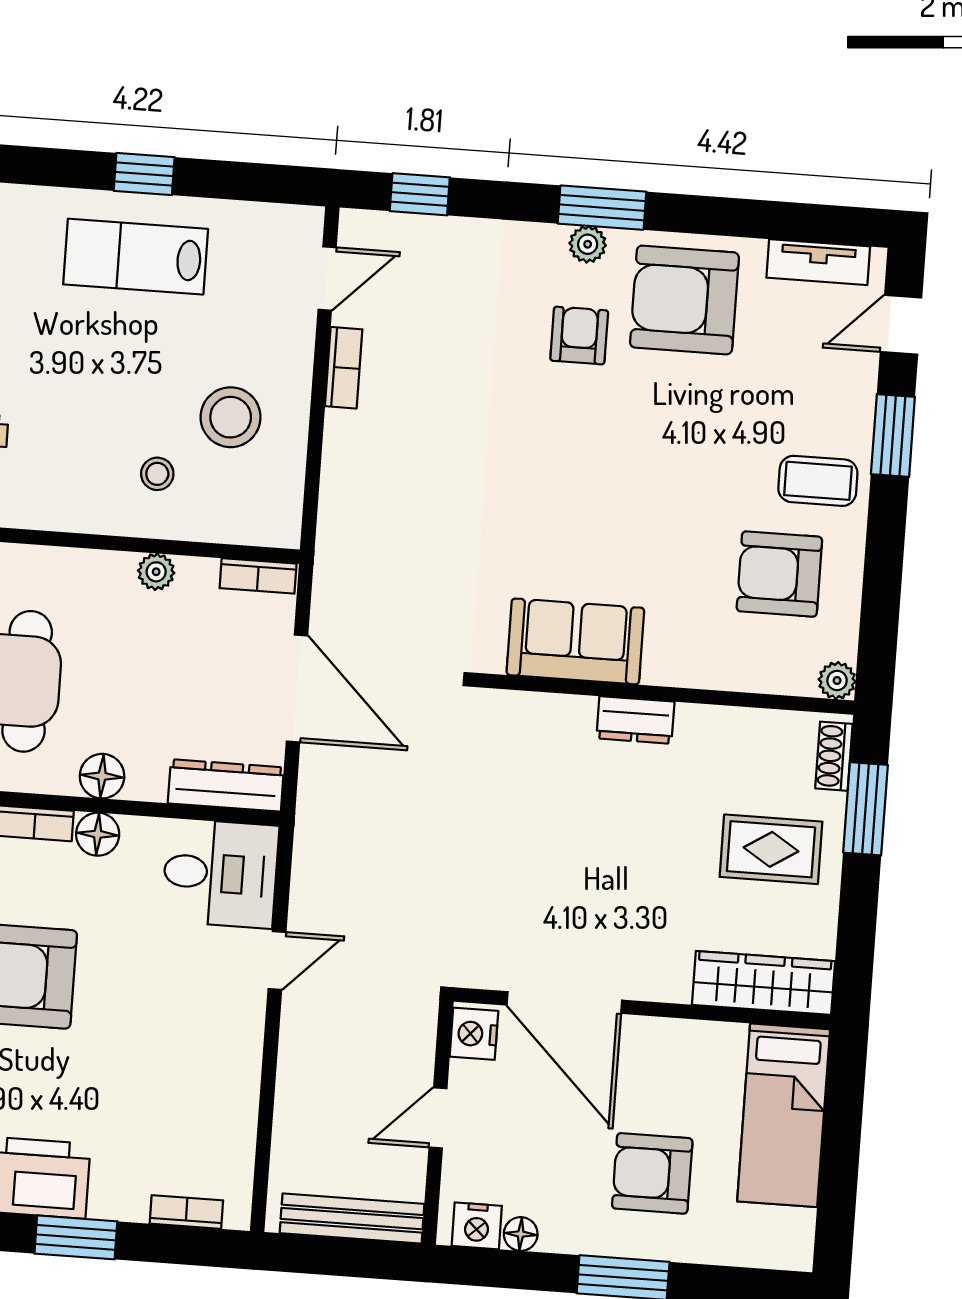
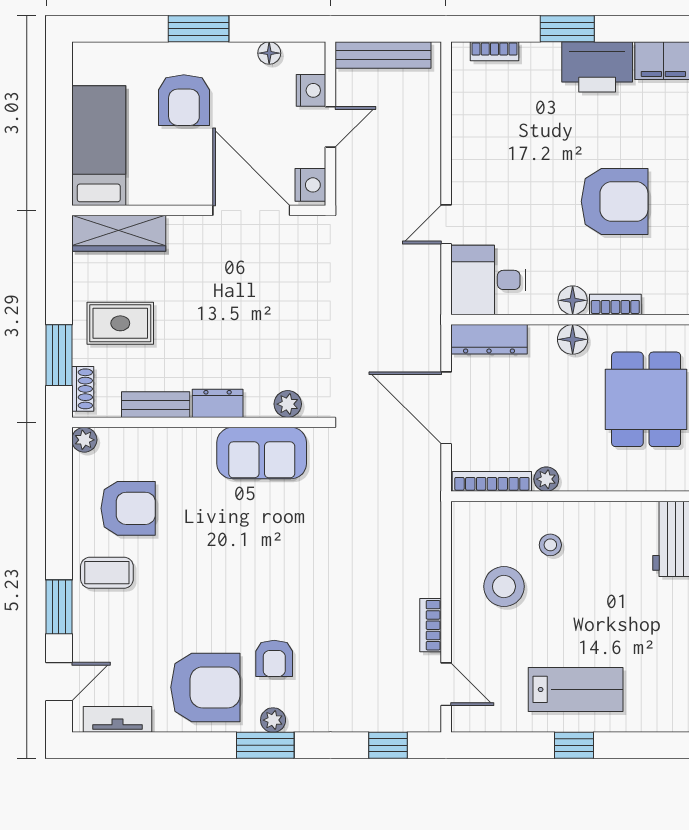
door: (327, 279) -> (446, 684), swing flipped
bookcase: (258, 576) -> (492, 481), width x1.56
plant: (531, 711) -> (288, 404), added
bench: (727, 725) -> (156, 405), added
armchair: (652, 1173) -> (184, 100), turned 90
nightstand: (477, 1226) -> (311, 90), moved, turned 90

